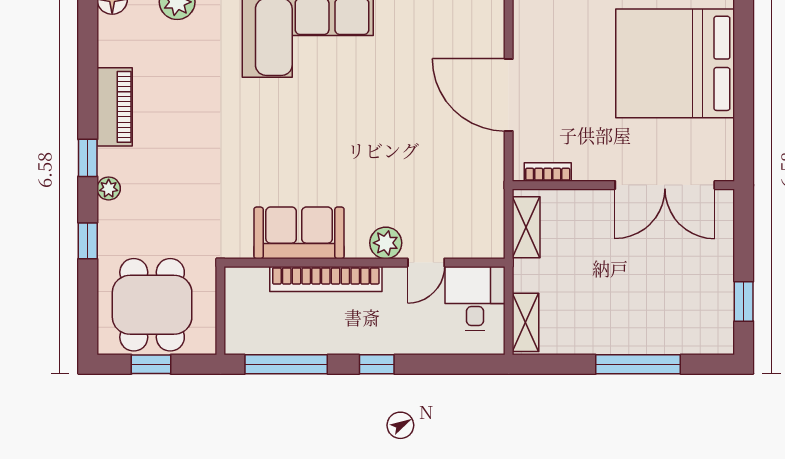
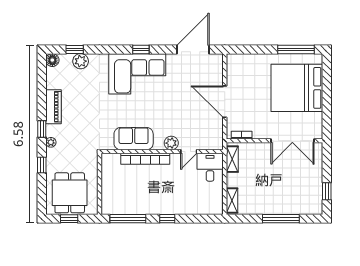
sofa: (299, 233) -> (134, 139), moved
plant: (386, 243) -> (171, 143), moved
wall: (365, 263) -> (162, 152), moved
door: (426, 263) -> (189, 152), moved
bookcase: (326, 279) -> (145, 159), moved
desk: (475, 299) -> (210, 167), moved

